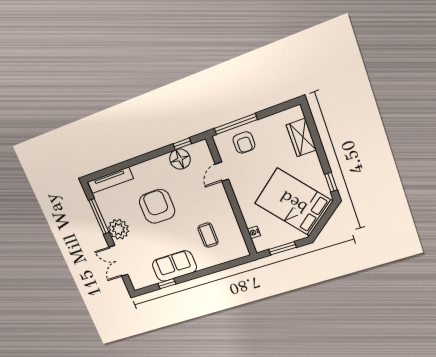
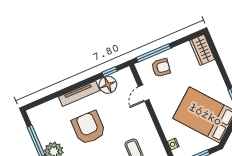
wardrobe: (301, 137) -> (202, 50), moved
armchair: (244, 143) -> (161, 68), turned -82
tv unit: (110, 180) -> (79, 94), moved

